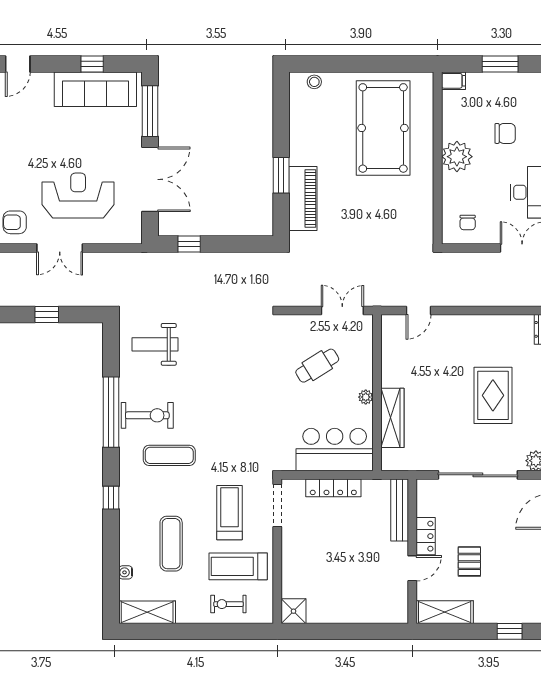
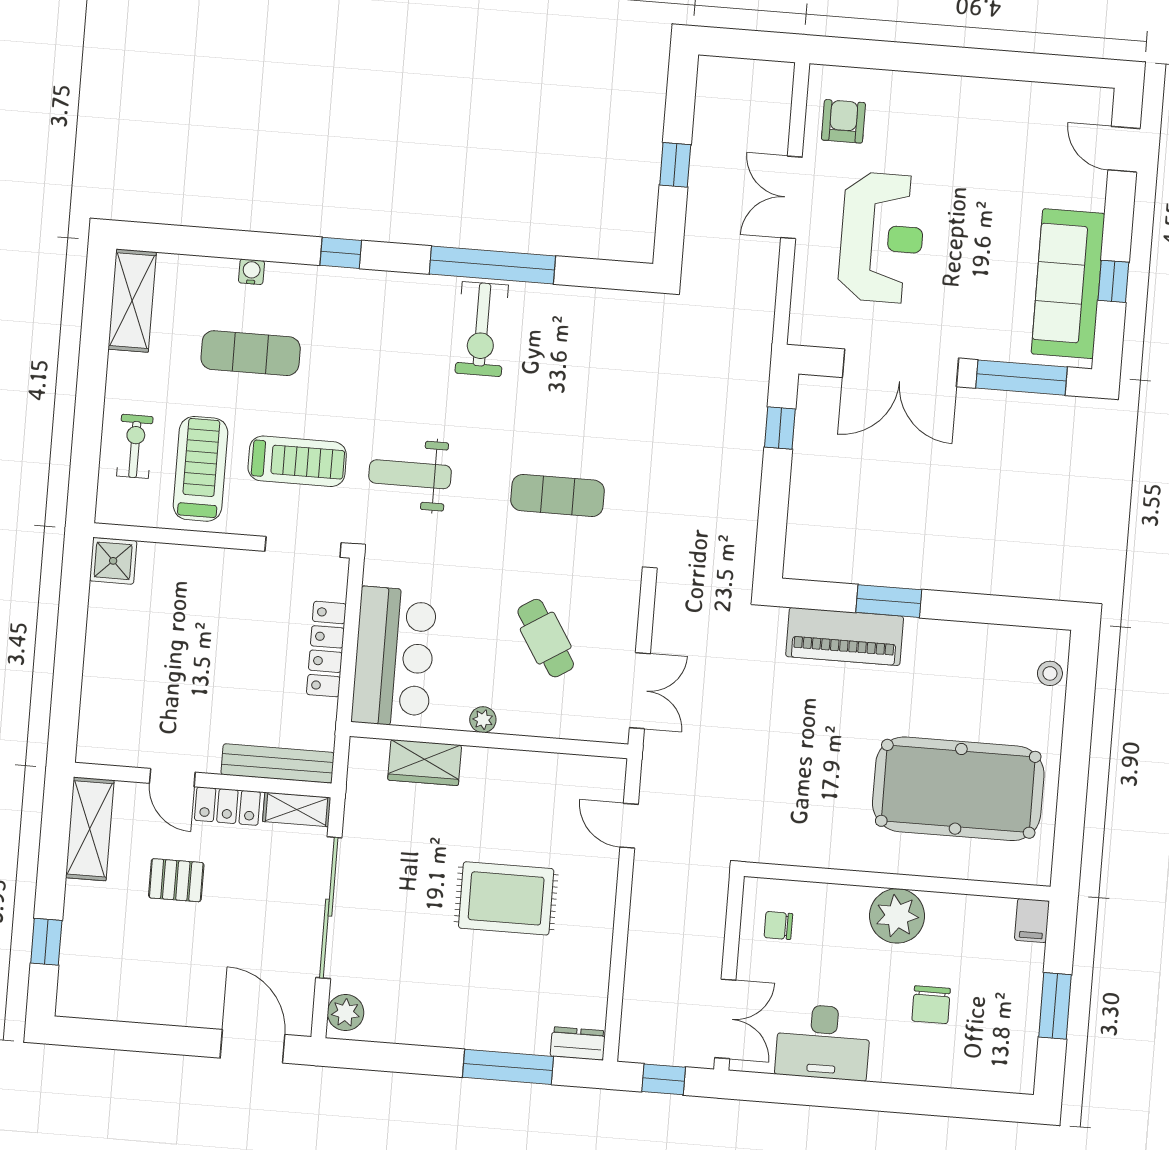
weight bench: (155, 344) -> (410, 474), moved, turned -90
rug: (493, 395) -> (506, 898), moved
wardrobe: (392, 418) -> (425, 763), width x0.67
exercise mat: (169, 455) -> (558, 495), moved, turned 90
shelving: (424, 497) -> (297, 809), added
water cooler: (126, 572) -> (251, 272), moved

